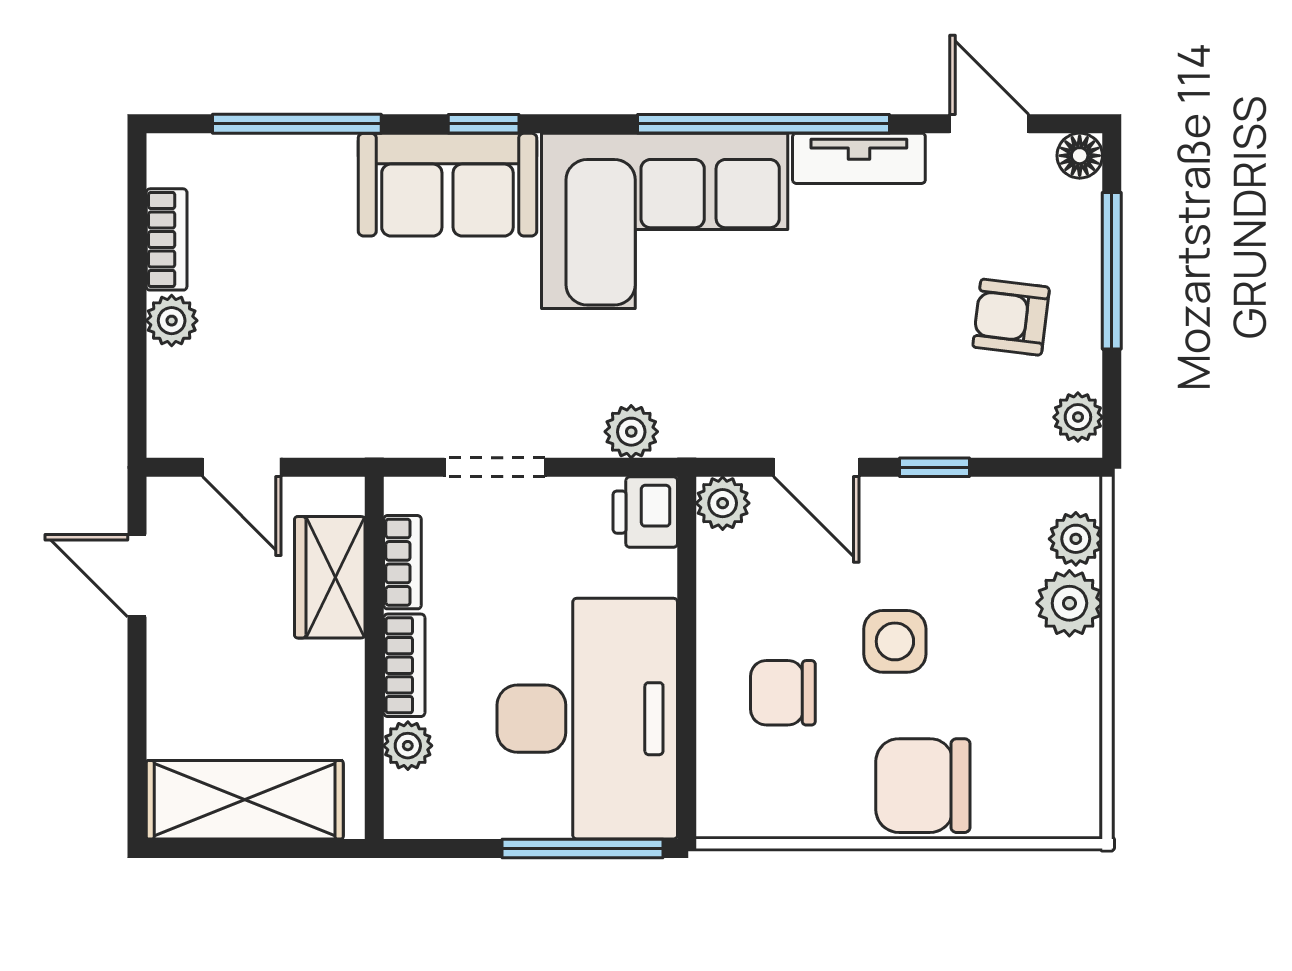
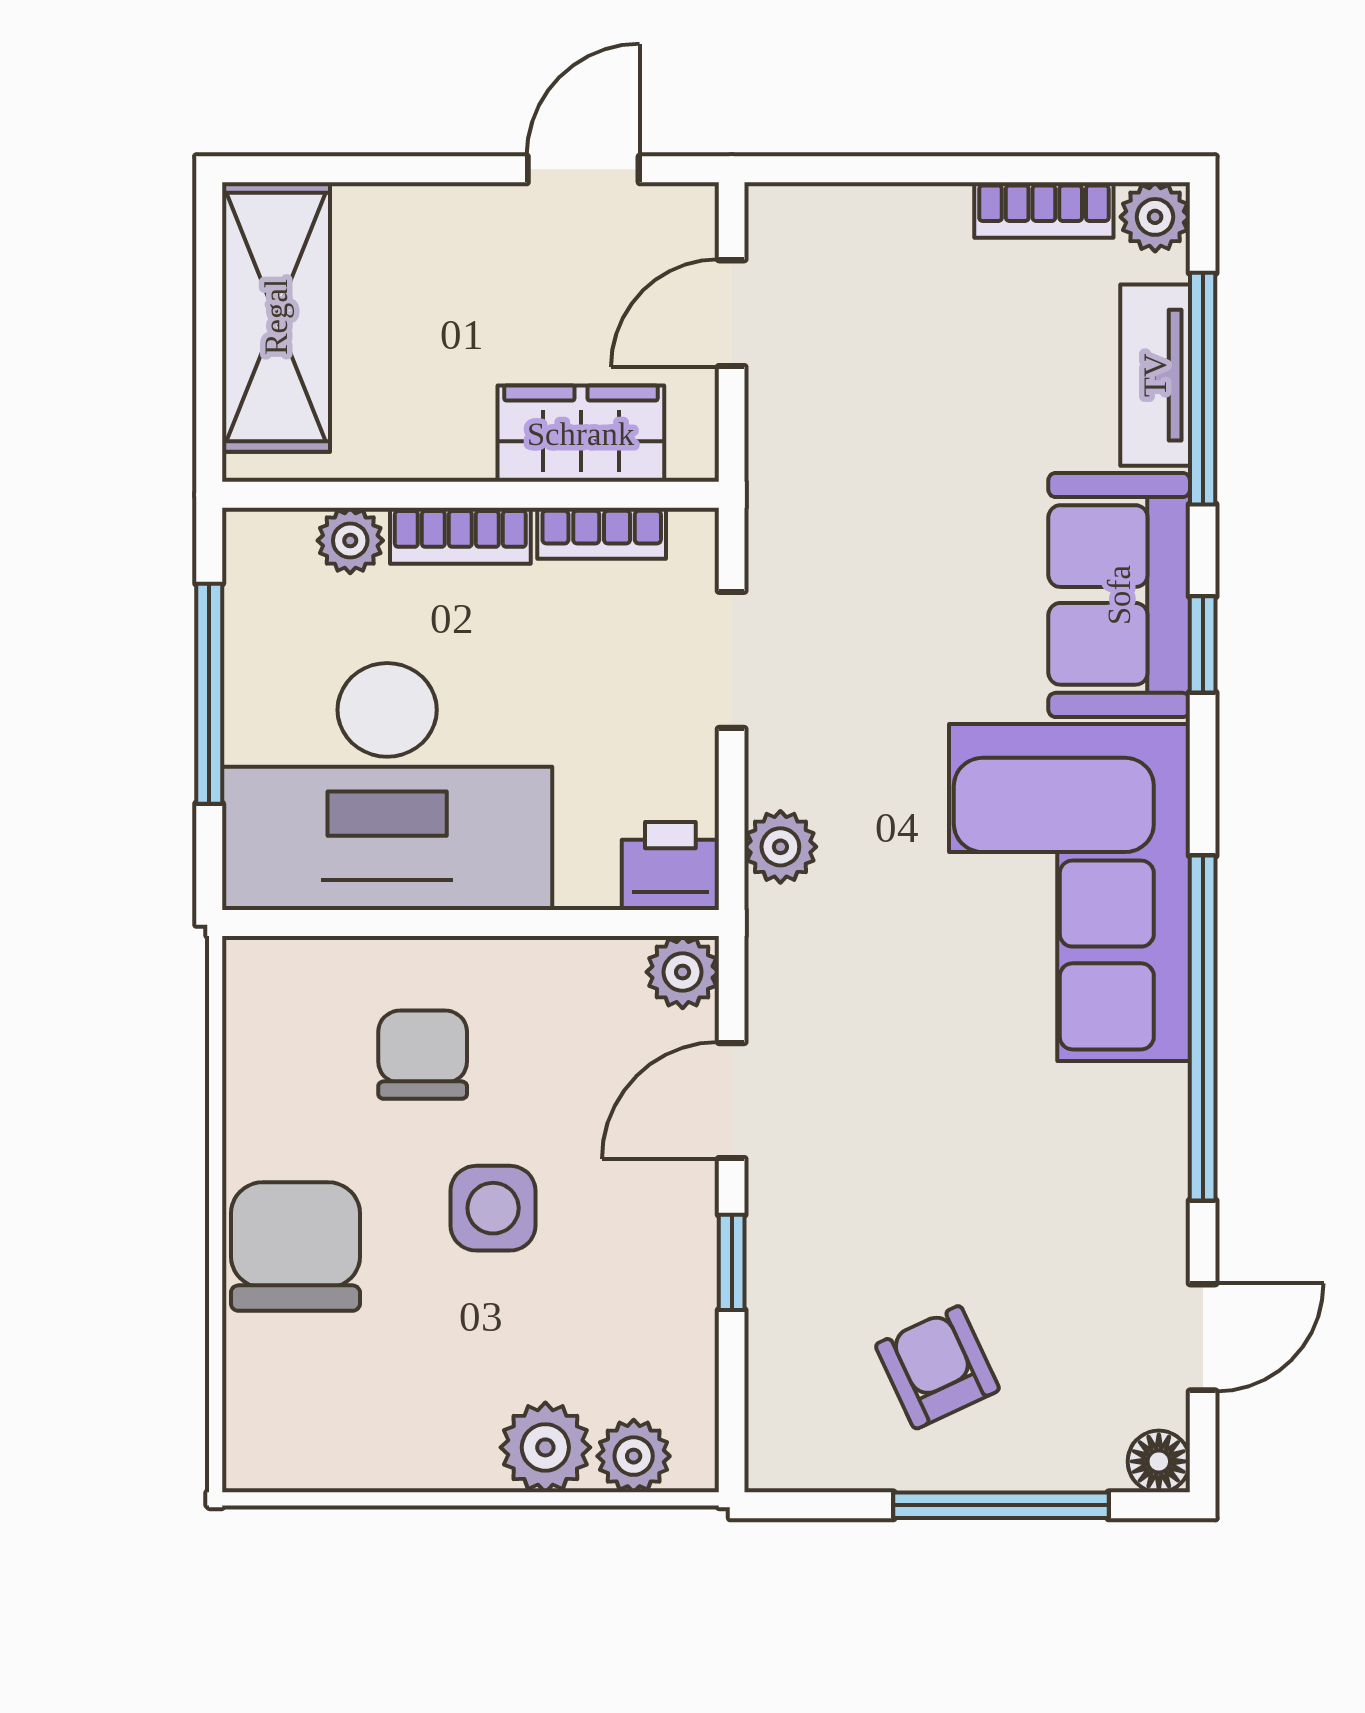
tv unit: (859, 158) -> (1155, 375), moved
armchair: (1011, 317) -> (937, 1367), turned -32
plant: (172, 321) -> (1155, 217), moved
plant: (1078, 417) -> (801, 1459), removed
window: (583, 848) -> (209, 694), moved

